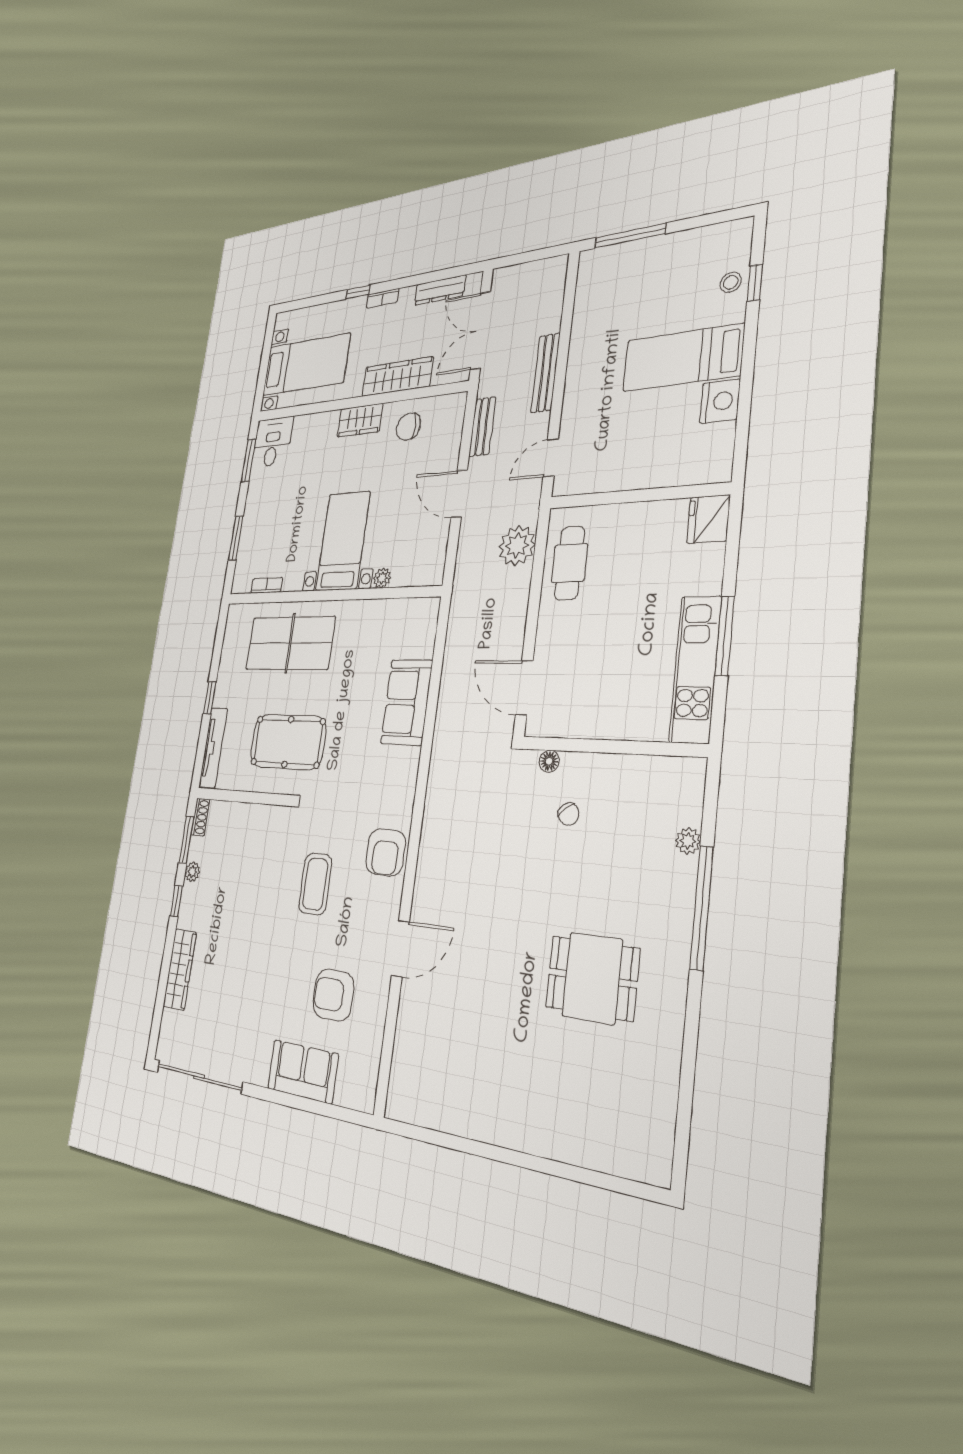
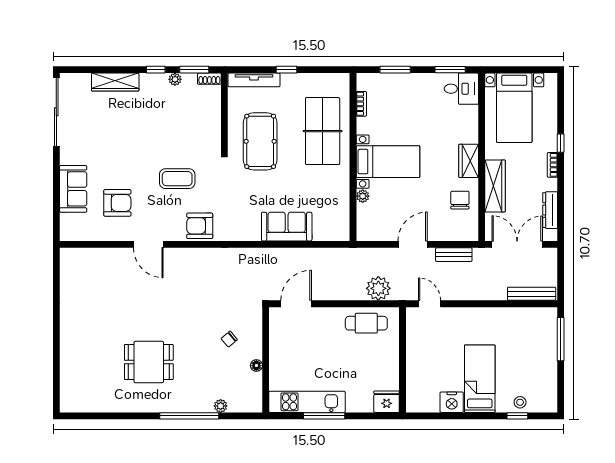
bench: (545, 373) -> (532, 294), moved
floor lamp: (549, 761) -> (256, 365), moved
dining table: (592, 978) -> (149, 362), turned 90
armchair: (333, 995) -> (117, 203), turned 90

